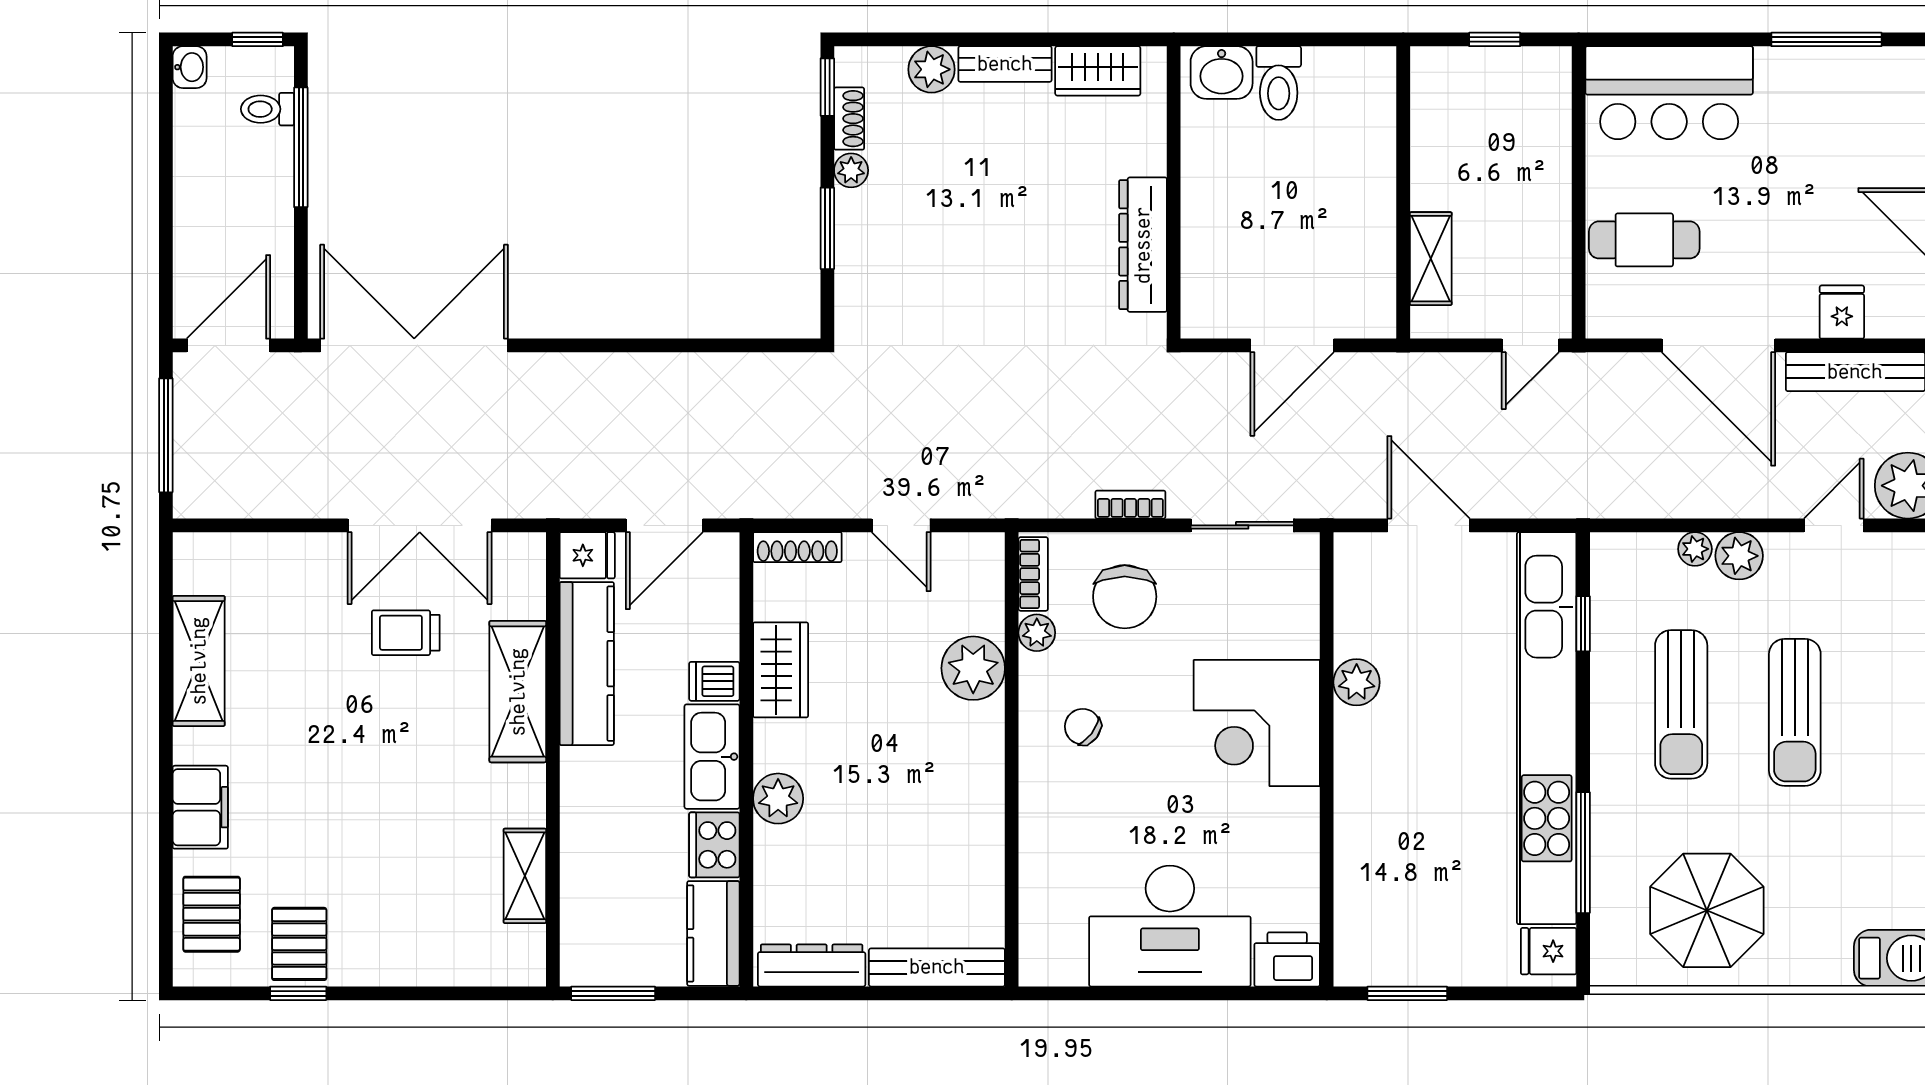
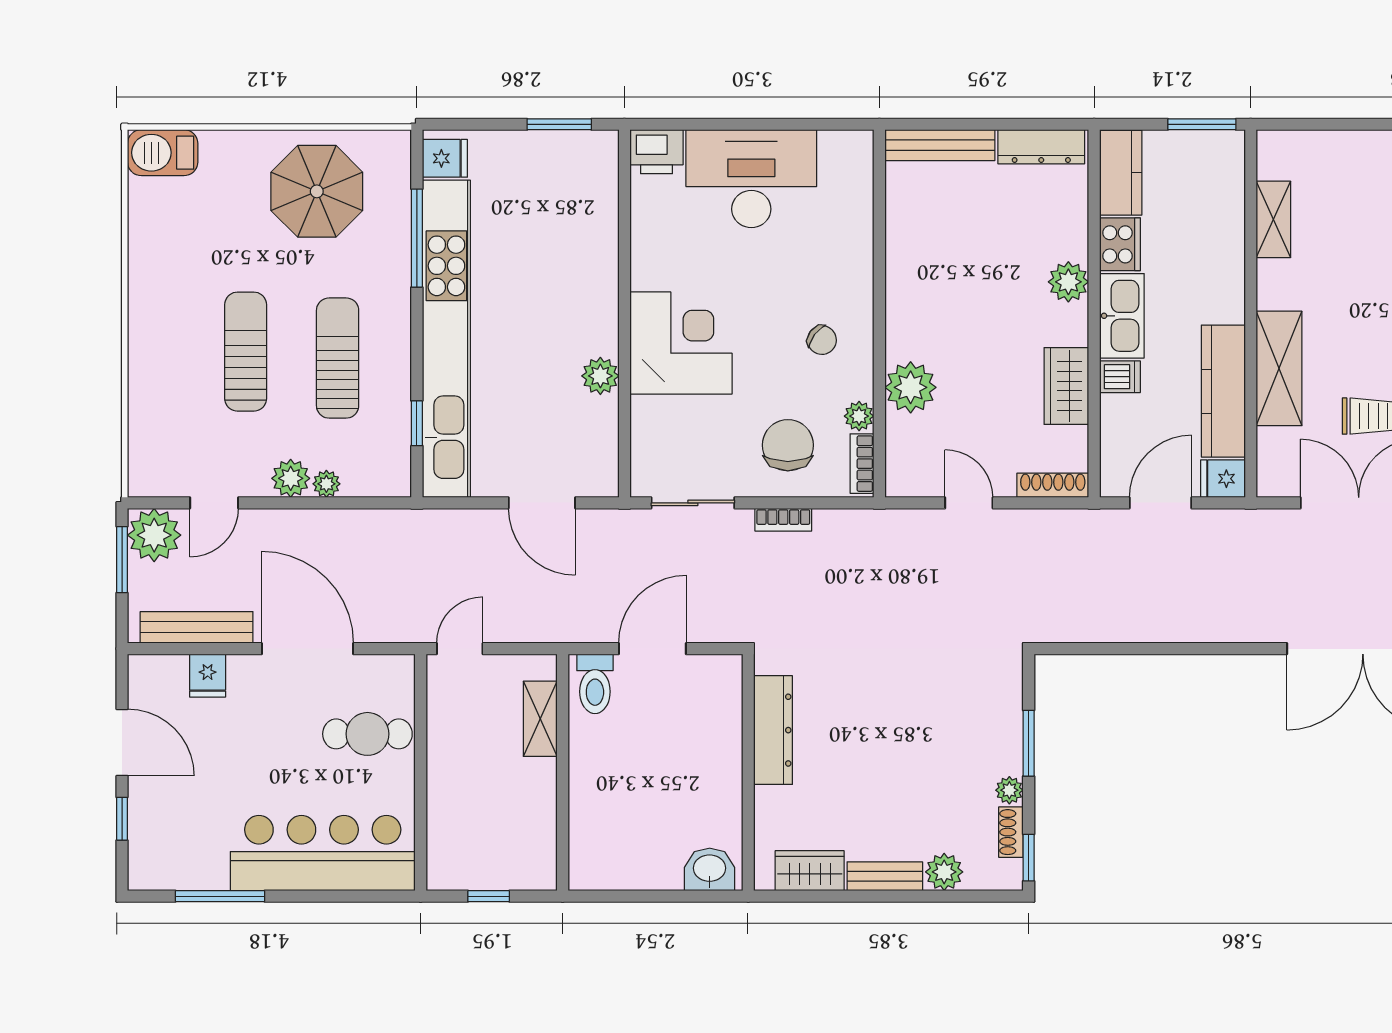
toilet: (1279, 83) -> (595, 684), moved, turned 180
bar counter: (1669, 93) -> (323, 853), width x1.36

